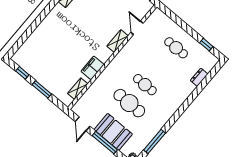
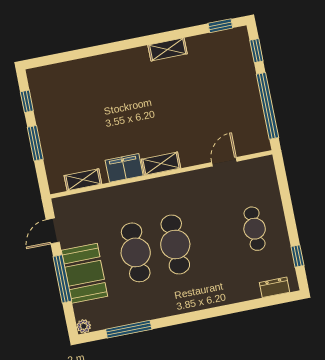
shelving: (118, 41) -> (161, 164), moved
dresser: (199, 77) -> (274, 287), moved
cafe table: (145, 85) -> (175, 245), width x1.37, depth x1.35

